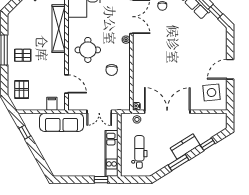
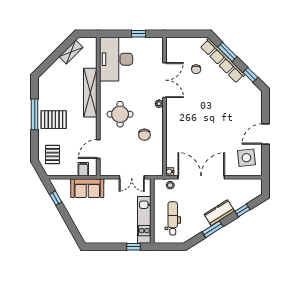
pallet: (23, 55) -> (54, 120), width x1.50, depth x1.42
door: (67, 84) -> (98, 149), swing flipped
sofa: (61, 122) -> (87, 188), width x0.73

